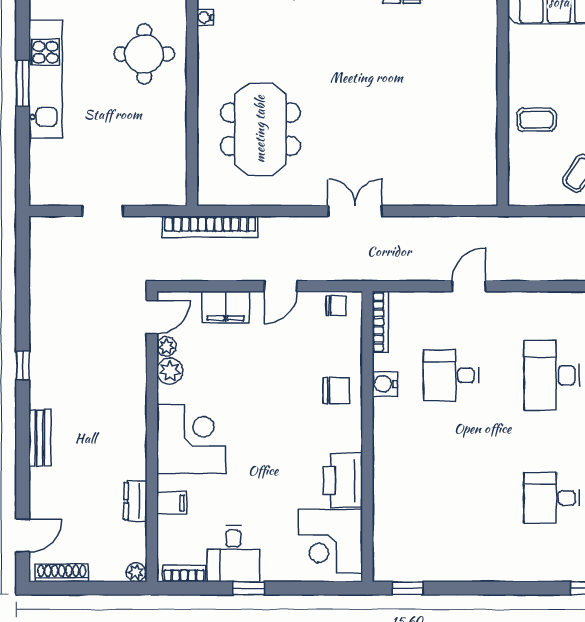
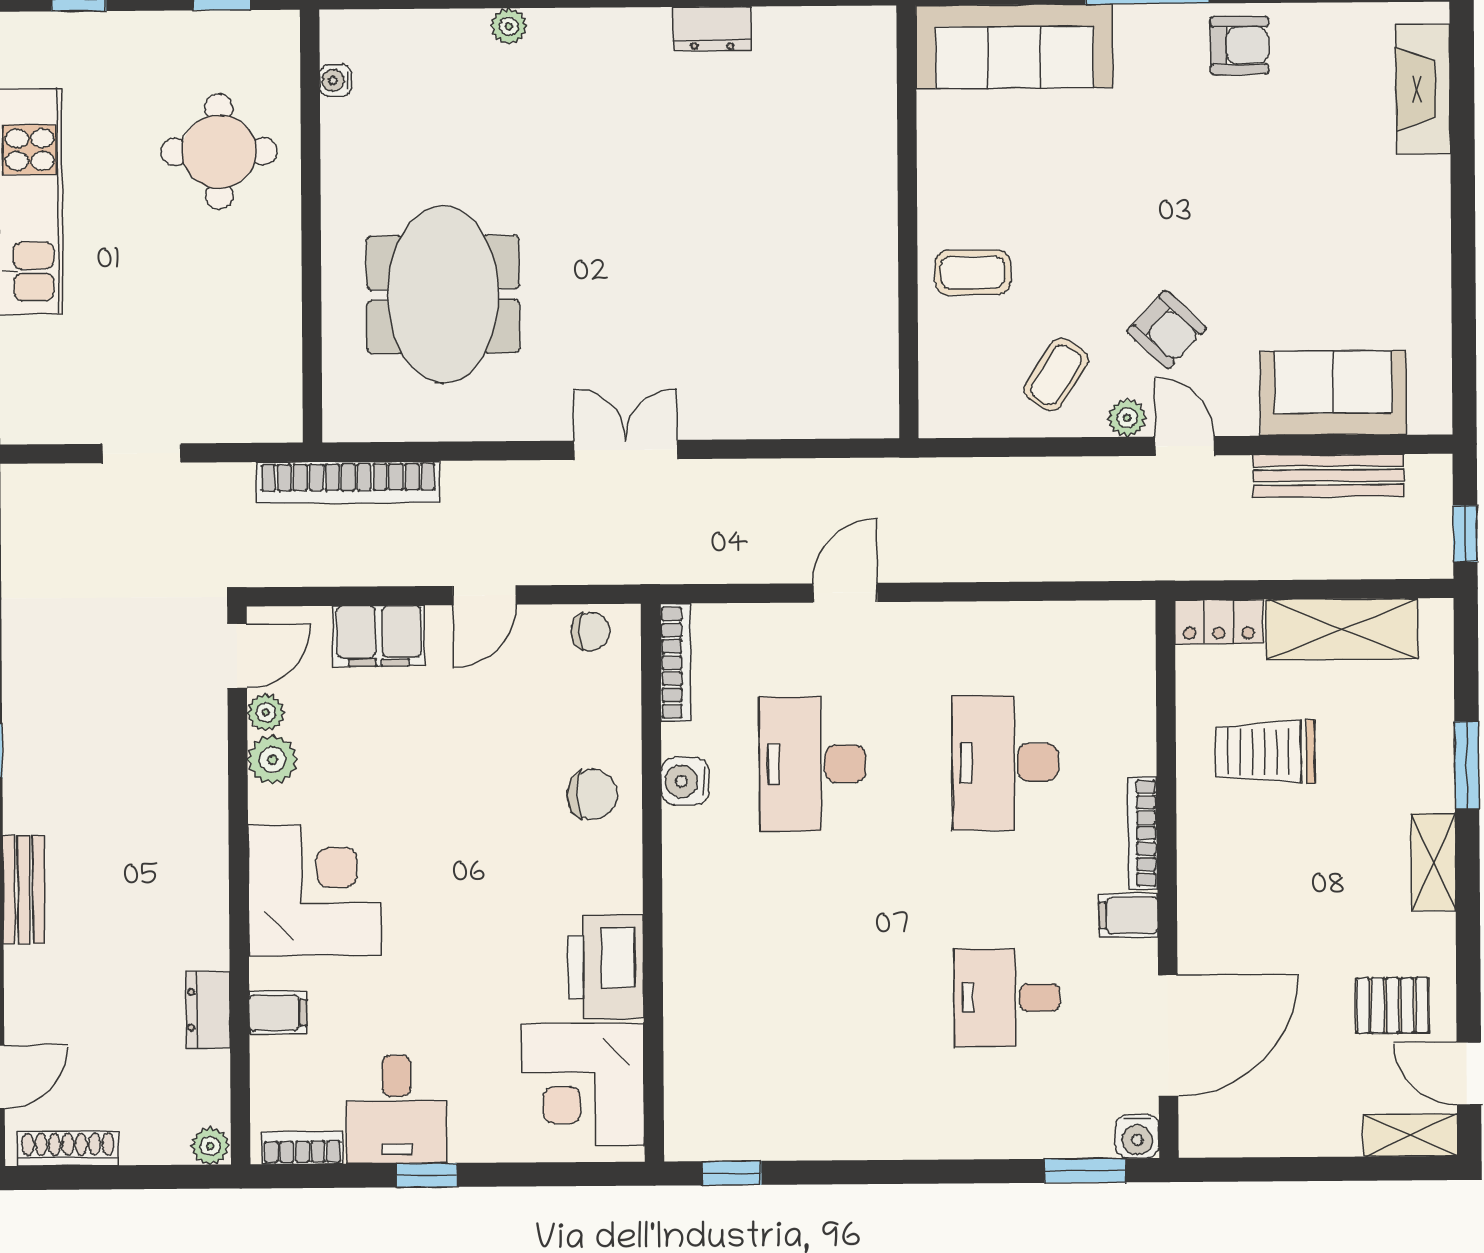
desk: (451, 375) -> (812, 764), width x1.37

